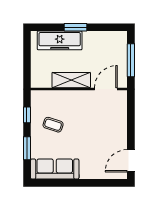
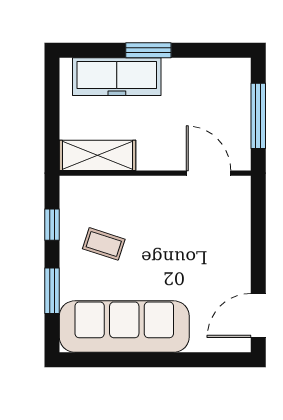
shelving: (71, 80) -> (97, 155), moved
door: (106, 89) -> (209, 173), hinge flipped
sofa: (55, 169) -> (124, 327), width x1.36, depth x1.27

